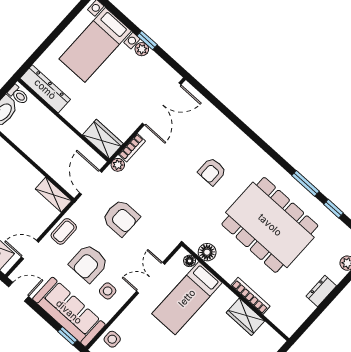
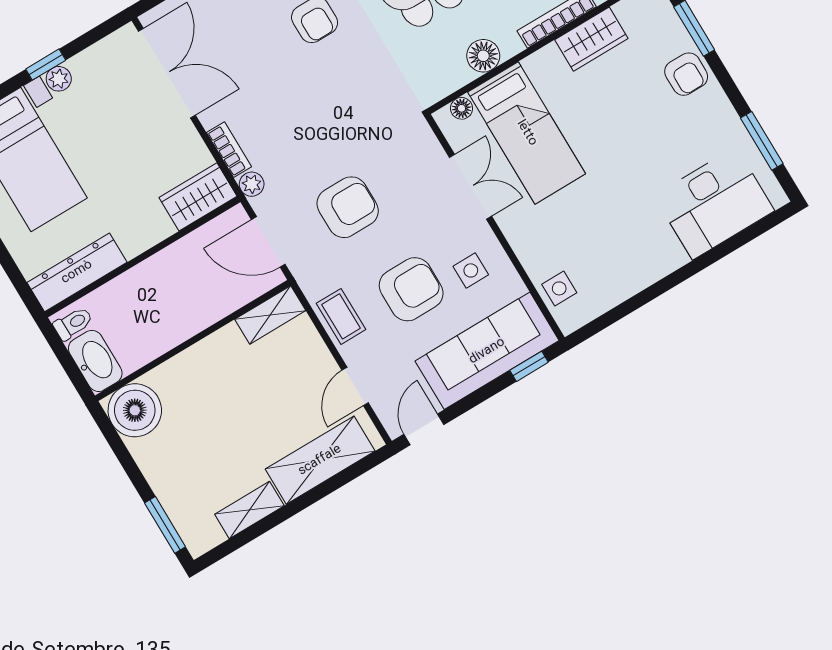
floor lamp: (207, 252) -> (483, 56), moved
armchair: (89, 263) -> (411, 289), turned -90
double door: (151, 278) -> (471, 187), swing flipped

